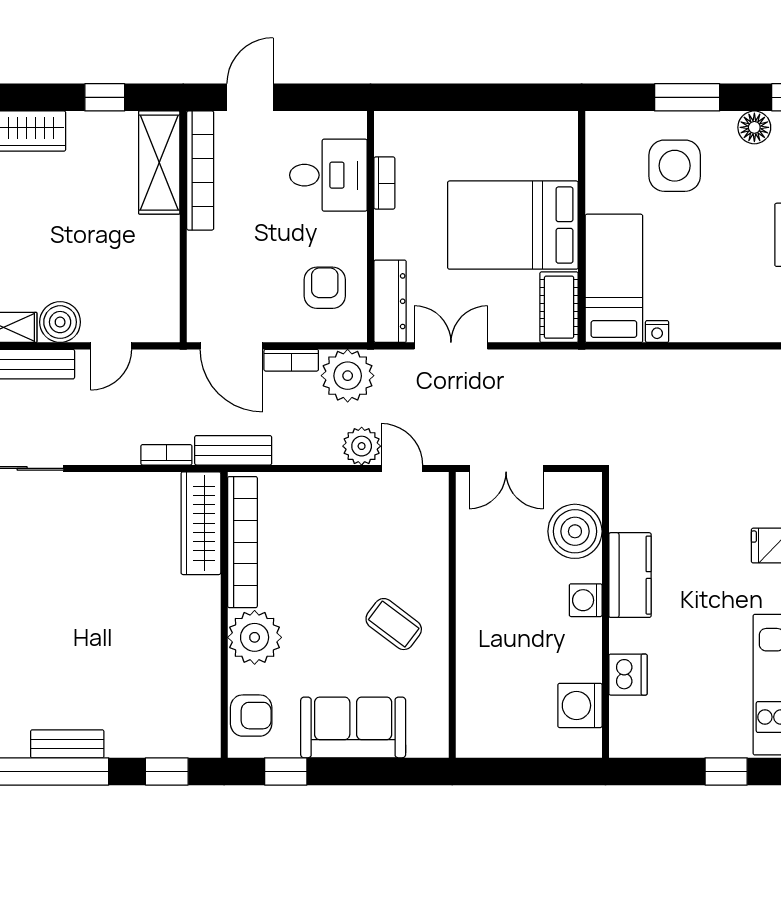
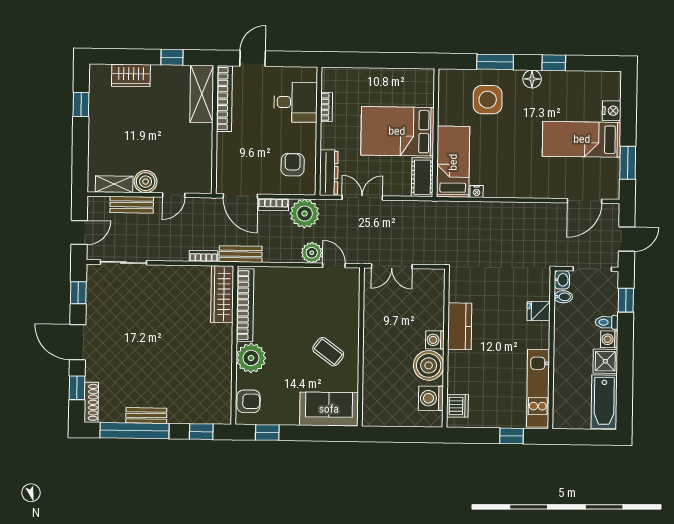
boiler: (575, 531) -> (429, 365), moved
dishwasher: (628, 675) -> (457, 406), moved
sofa: (353, 727) -> (329, 409), moved

